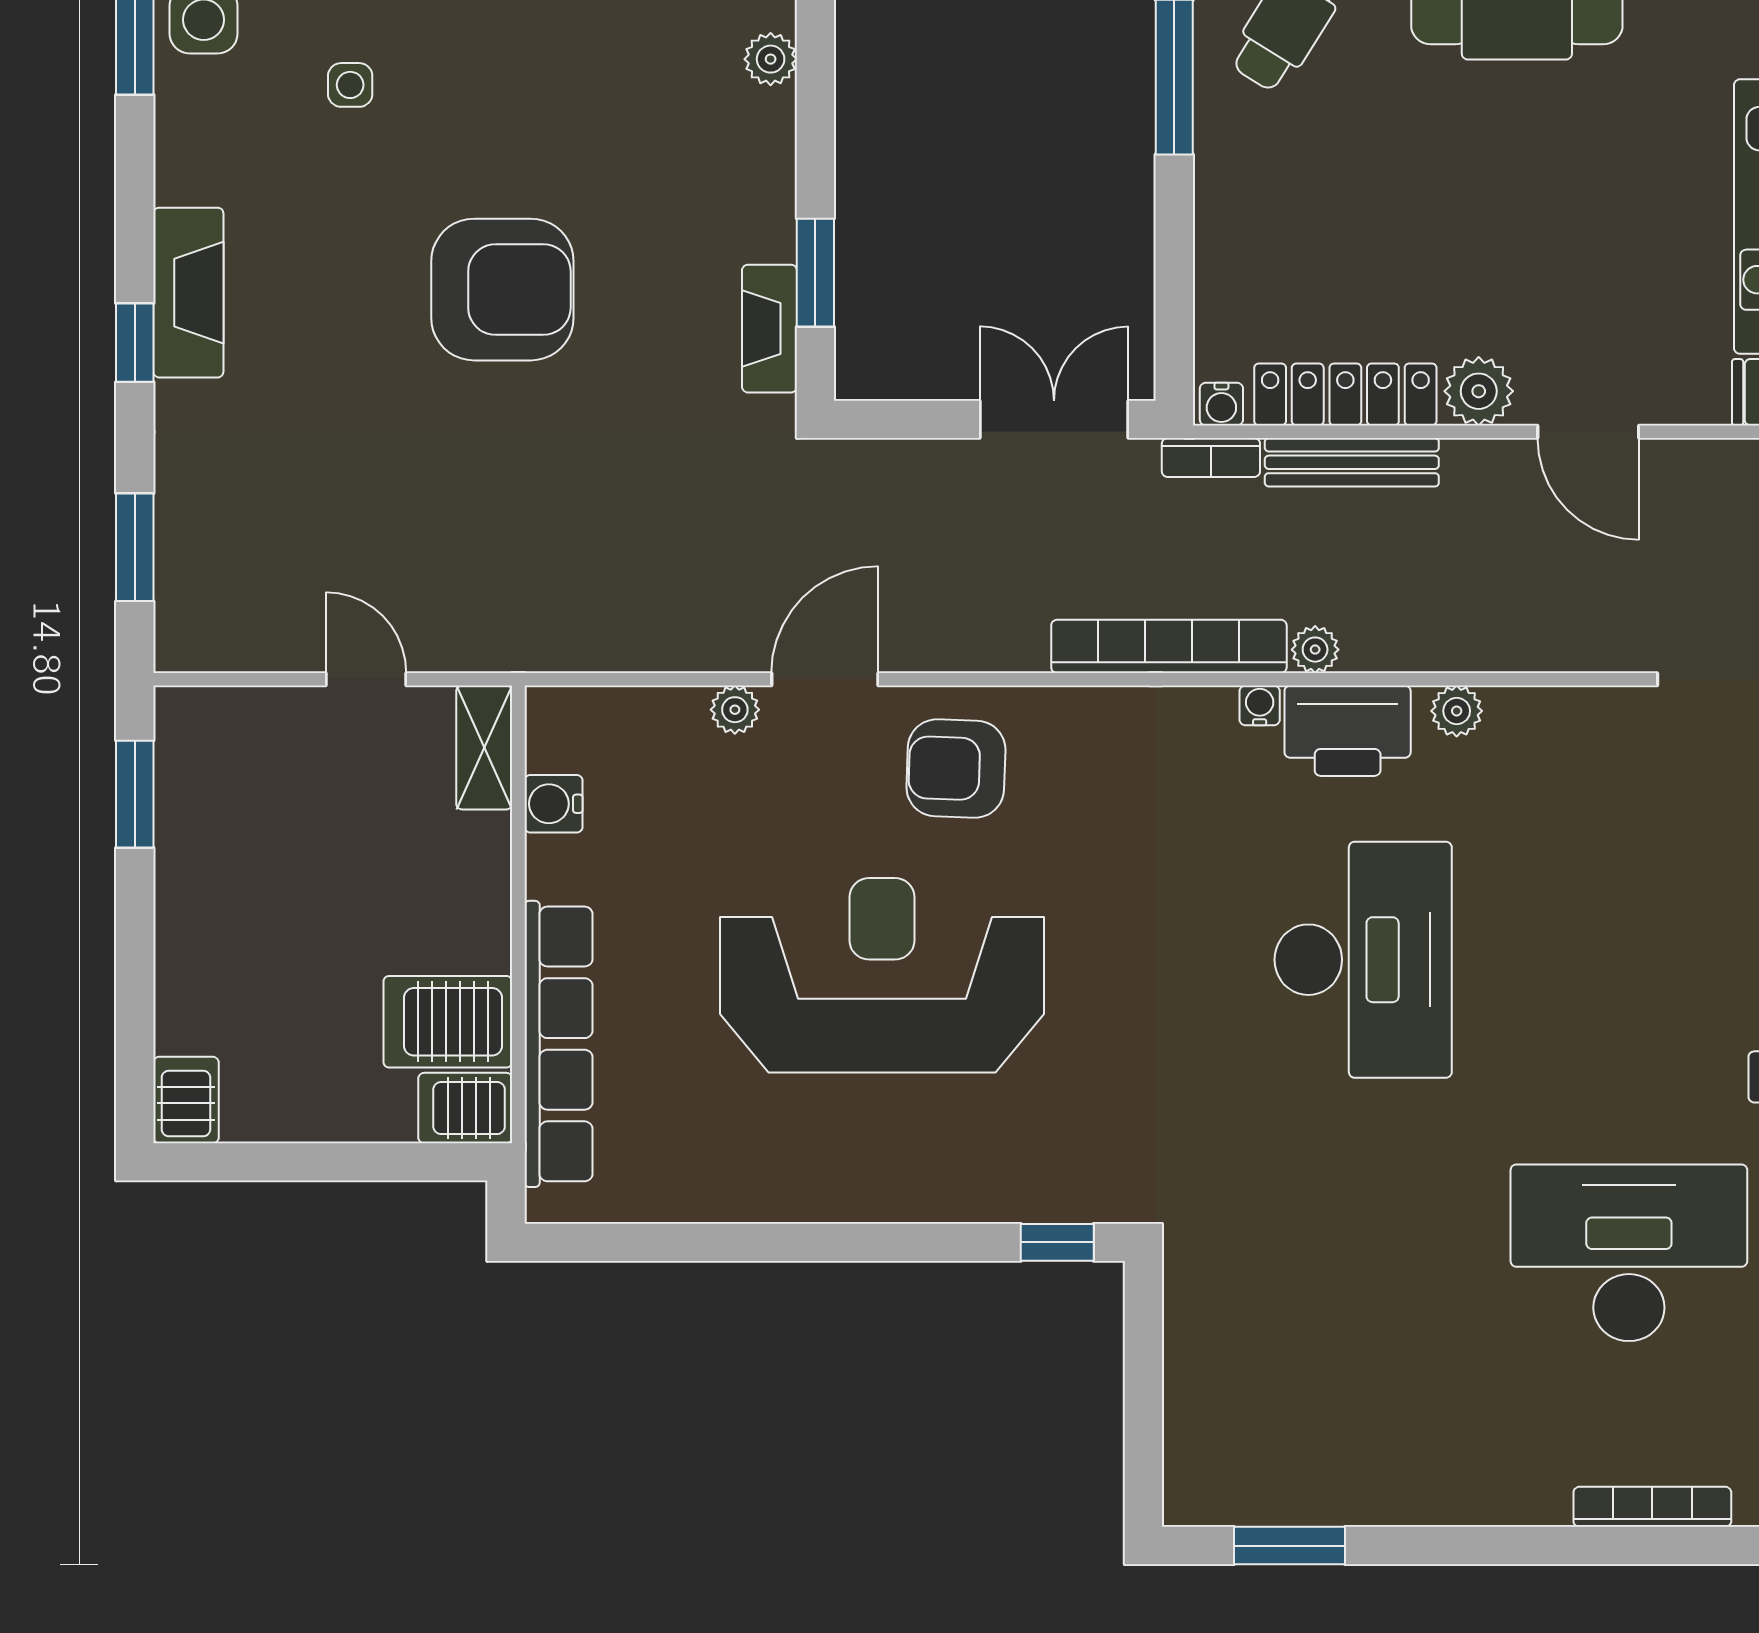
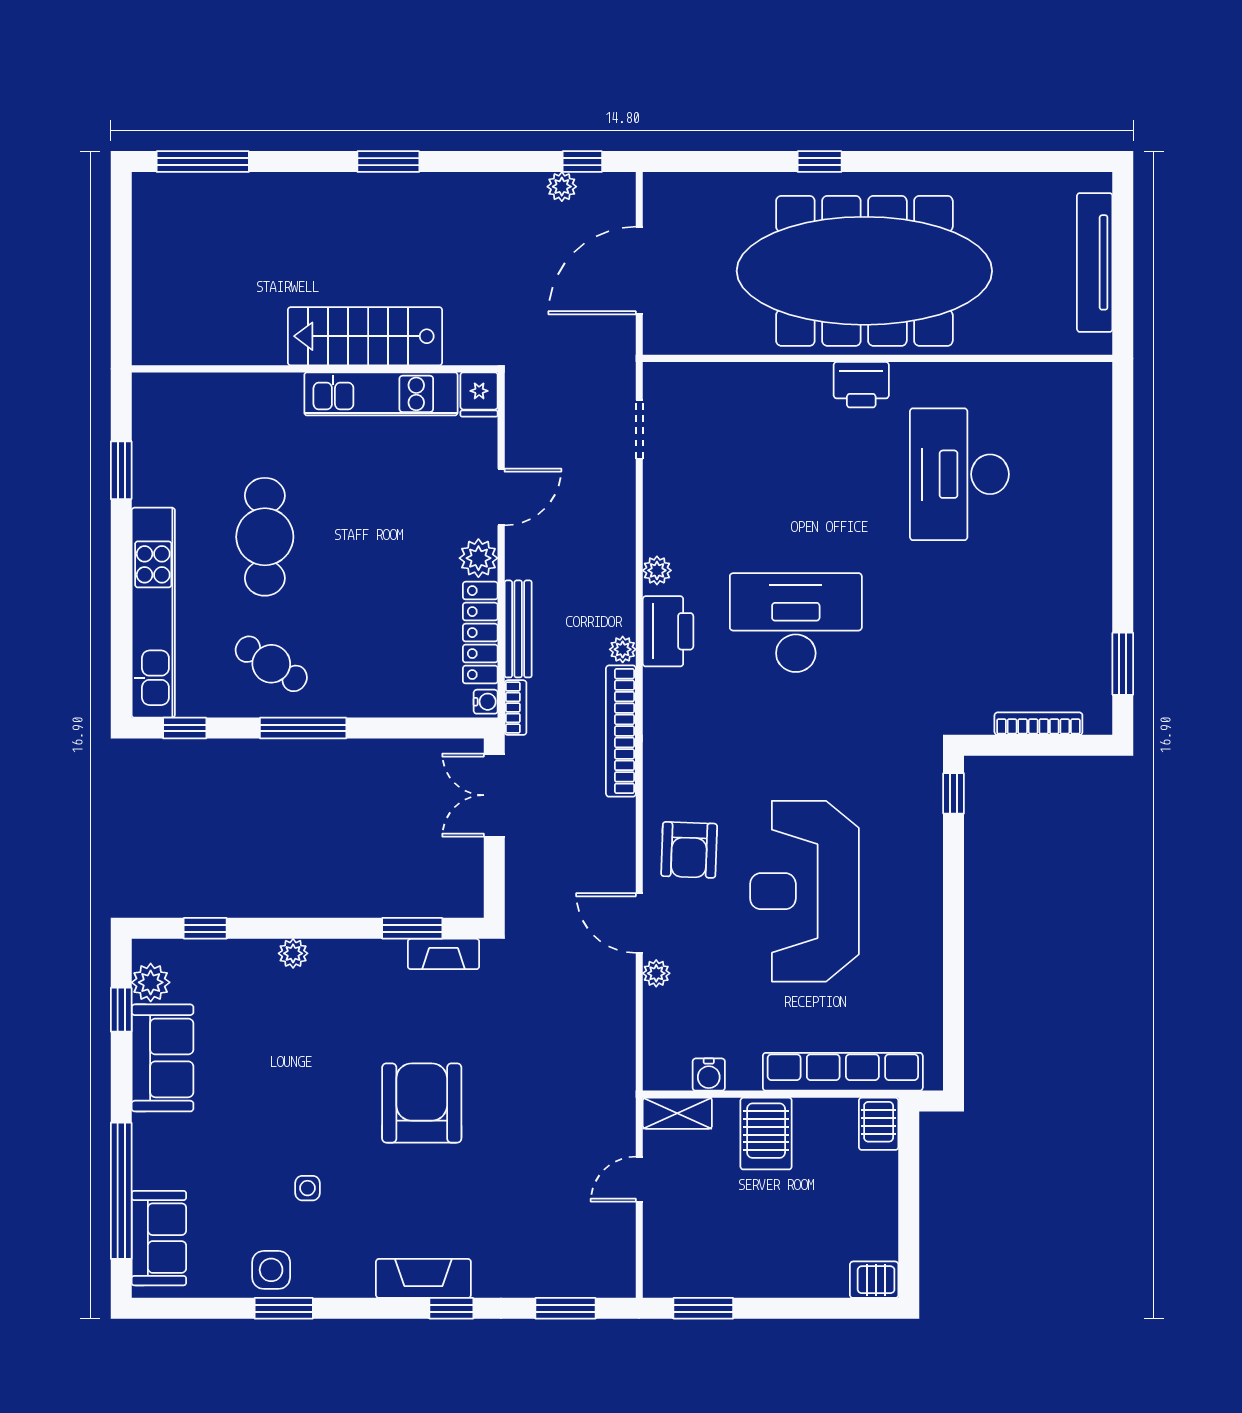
water cooler: (1260, 705) -> (654, 680), removed
server rack: (448, 1022) -> (766, 1134), moved
bookcase: (1652, 1507) -> (1038, 724), moved, turned 90

